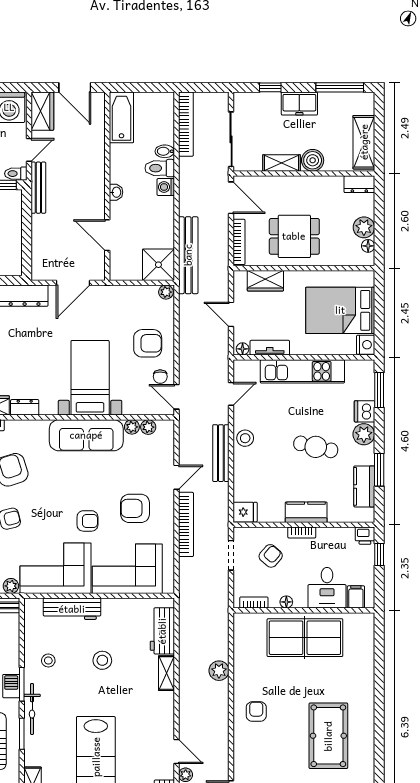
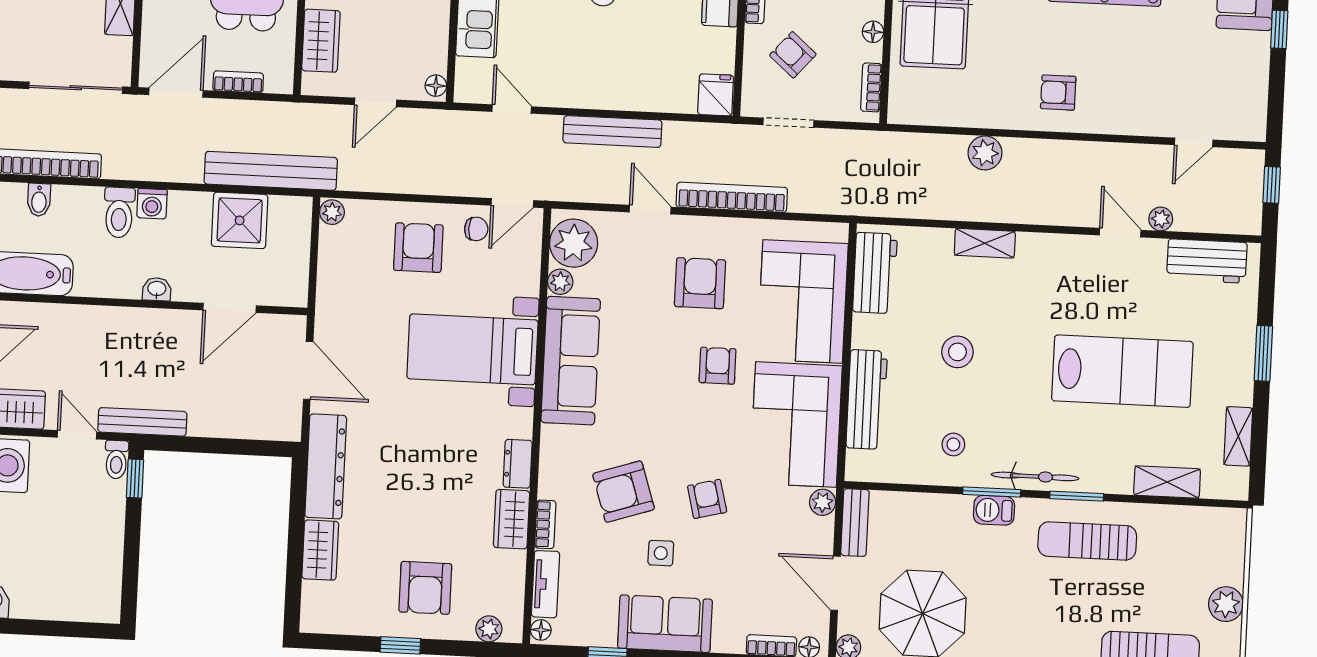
bidet: (165, 151) -> (39, 200), moved
bookcase: (239, 242) -> (238, 82), width x0.64
shower: (158, 265) -> (240, 220), moved
tv unit: (270, 348) -> (436, 39), removed
plant: (148, 427) -> (574, 243), width x1.88, depth x1.88
stool: (245, 438) -> (589, 89), removed
armchair: (135, 508) -> (700, 283), turned 180
workbench: (162, 631) -> (875, 273), moved, turned -90
door: (176, 752) -> (1120, 233), hinge flipped

